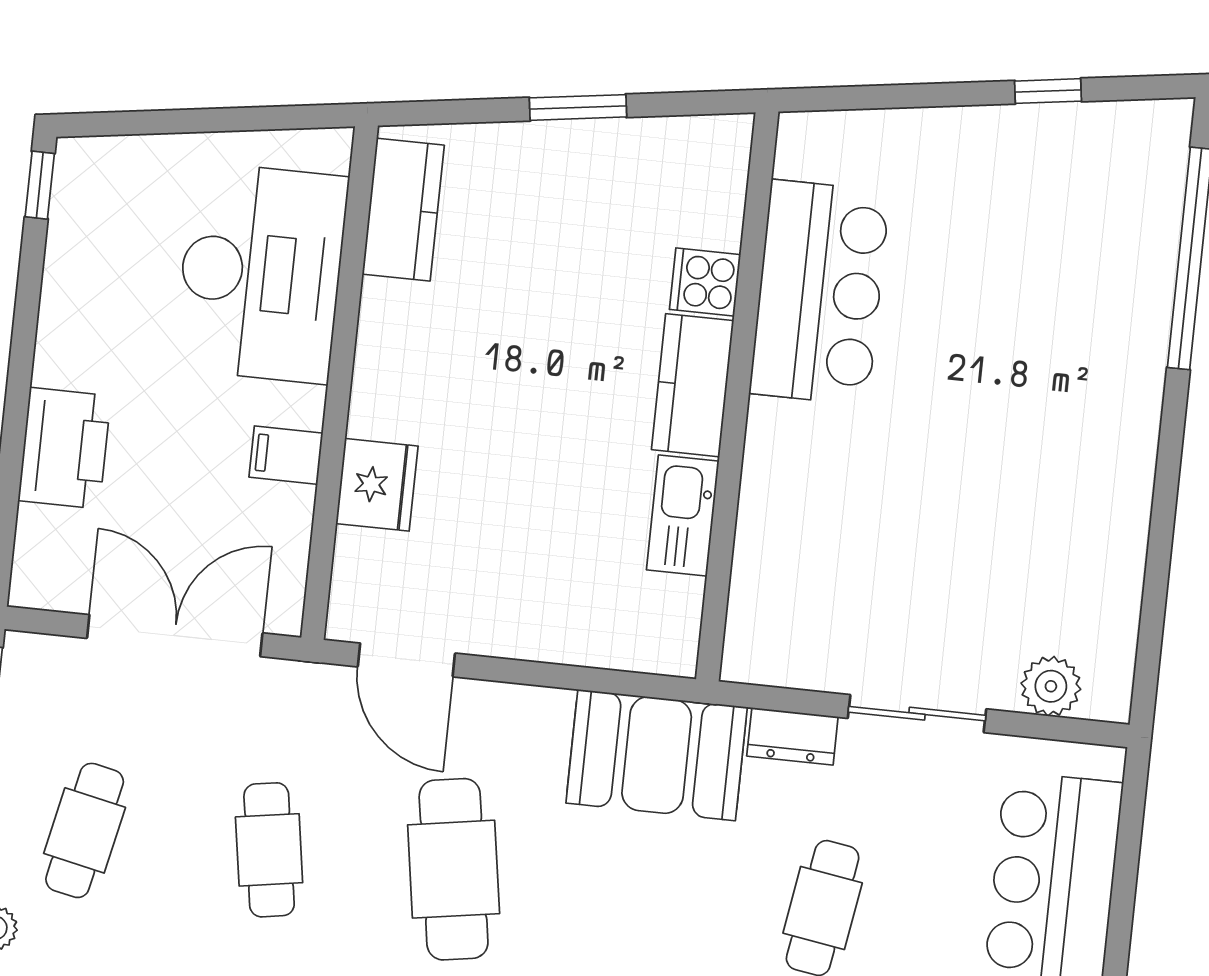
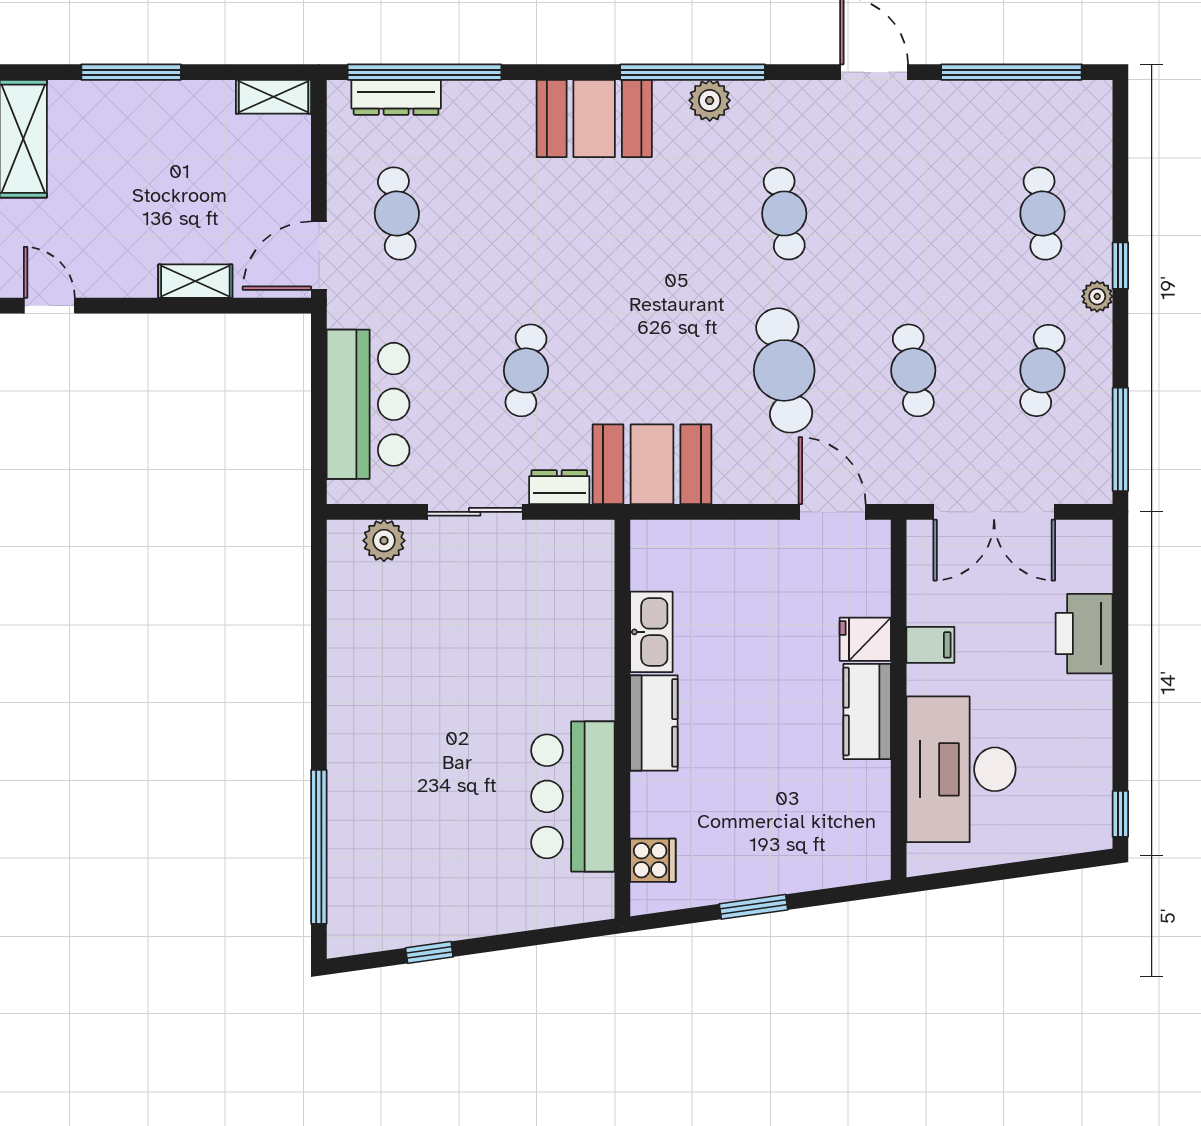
kitchen counter: (403, 210) -> (867, 711), moved
cooker: (705, 282) -> (653, 860), moved
fridge: (377, 485) -> (865, 639), width x0.72

